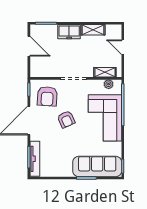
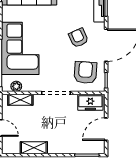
freezer: (69, 32) -> (90, 102), moved, turned 180
door: (29, 46) -> (106, 129), hinge flipped
armchair: (66, 119) -> (78, 38), moved

